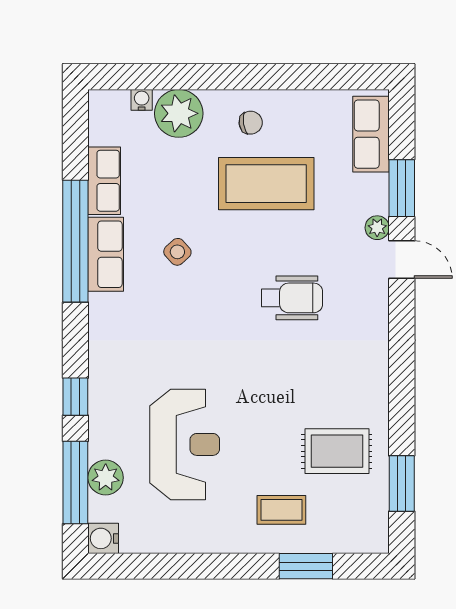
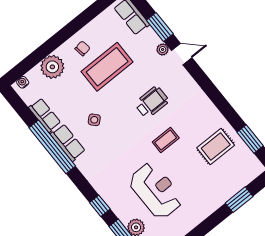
water cooler: (142, 100) -> (23, 82), moved
coffee table: (281, 510) -> (166, 140), moved

